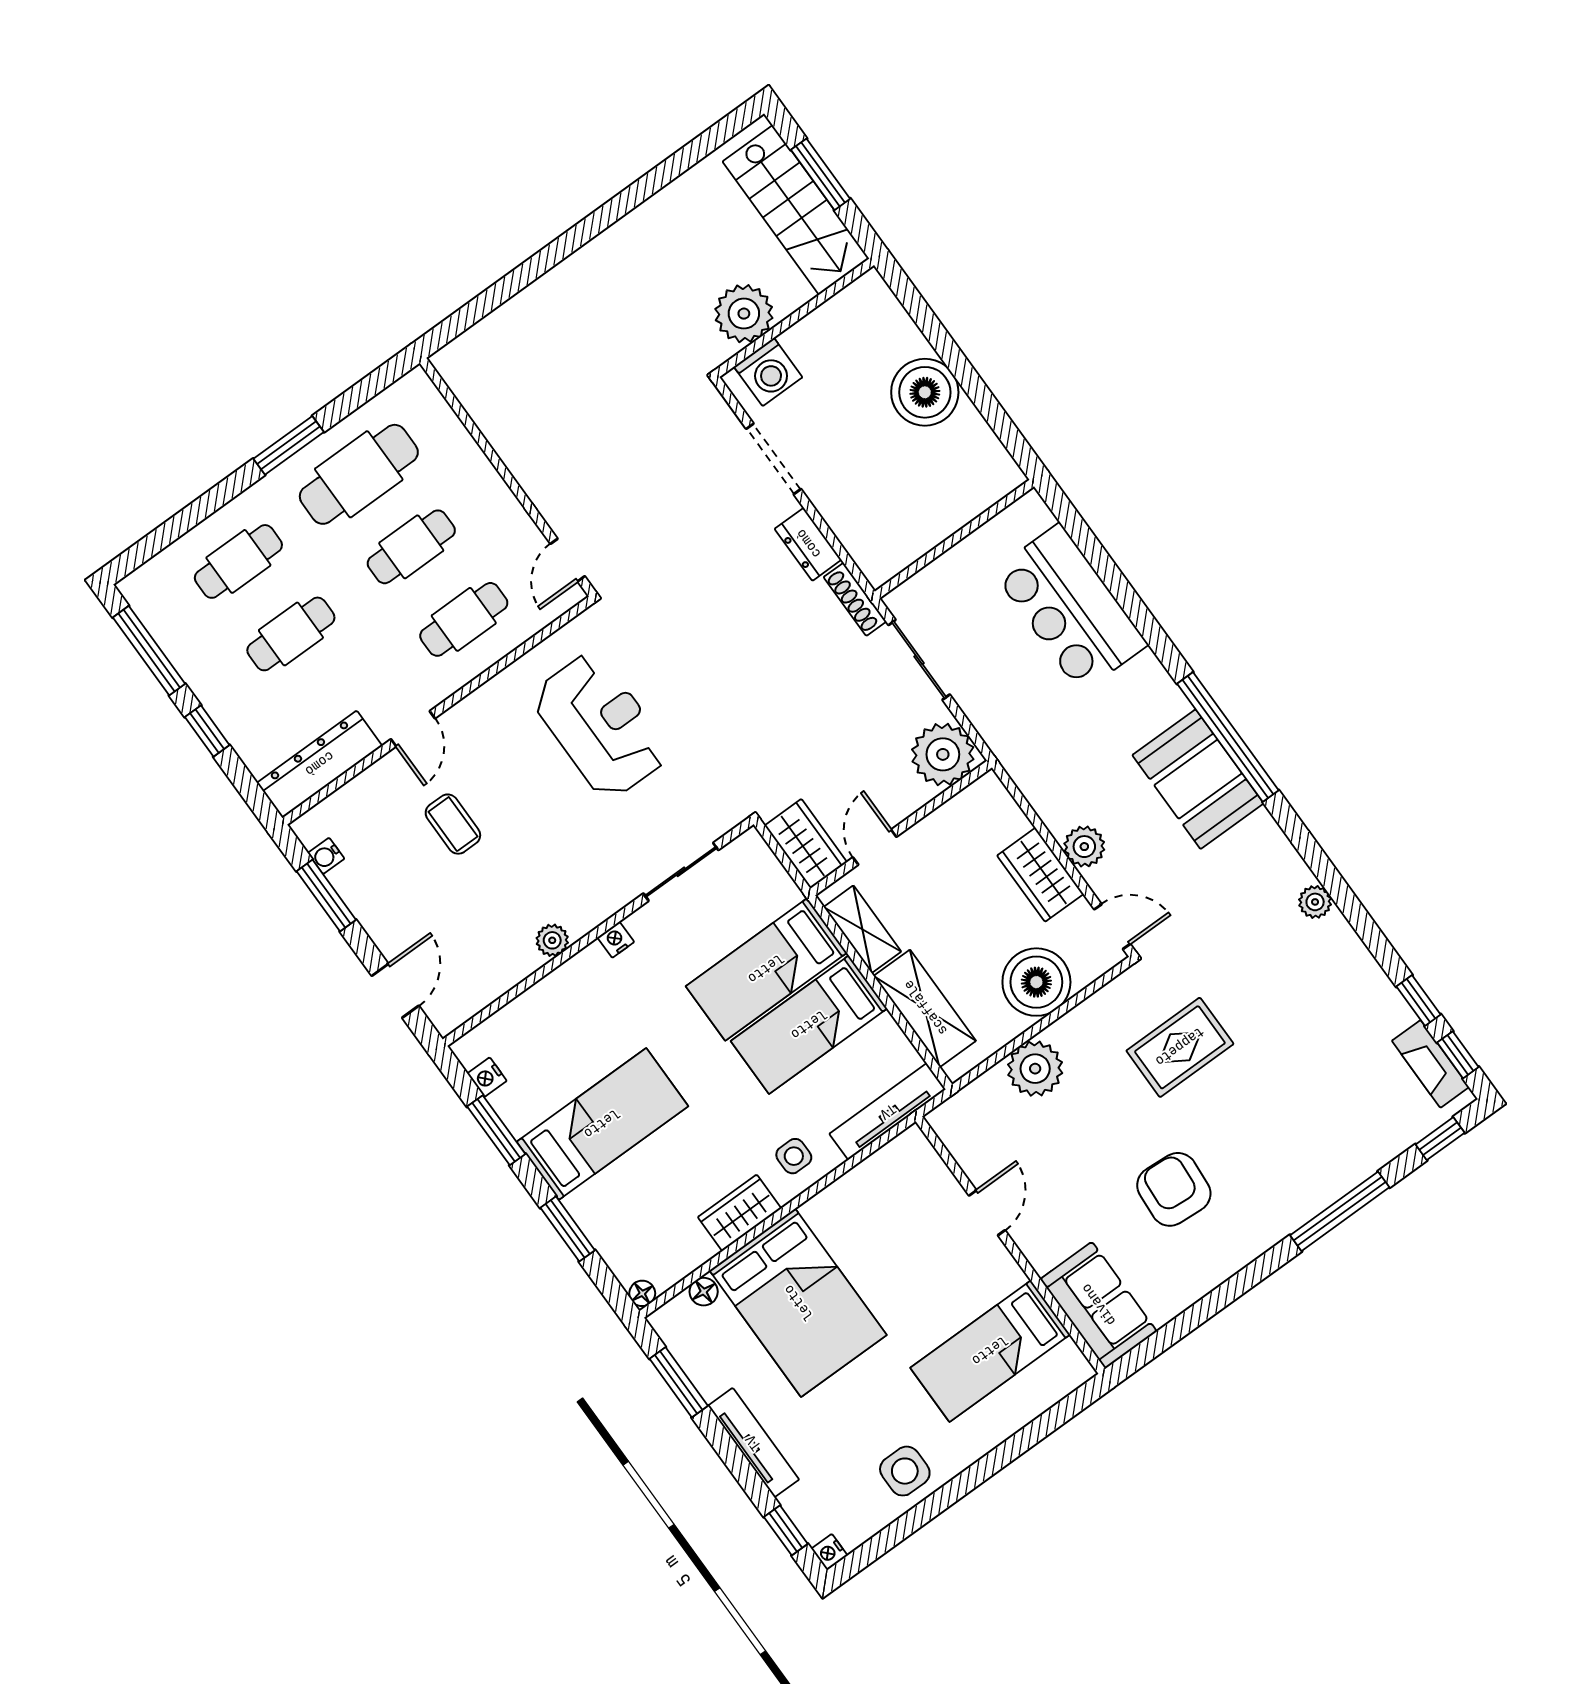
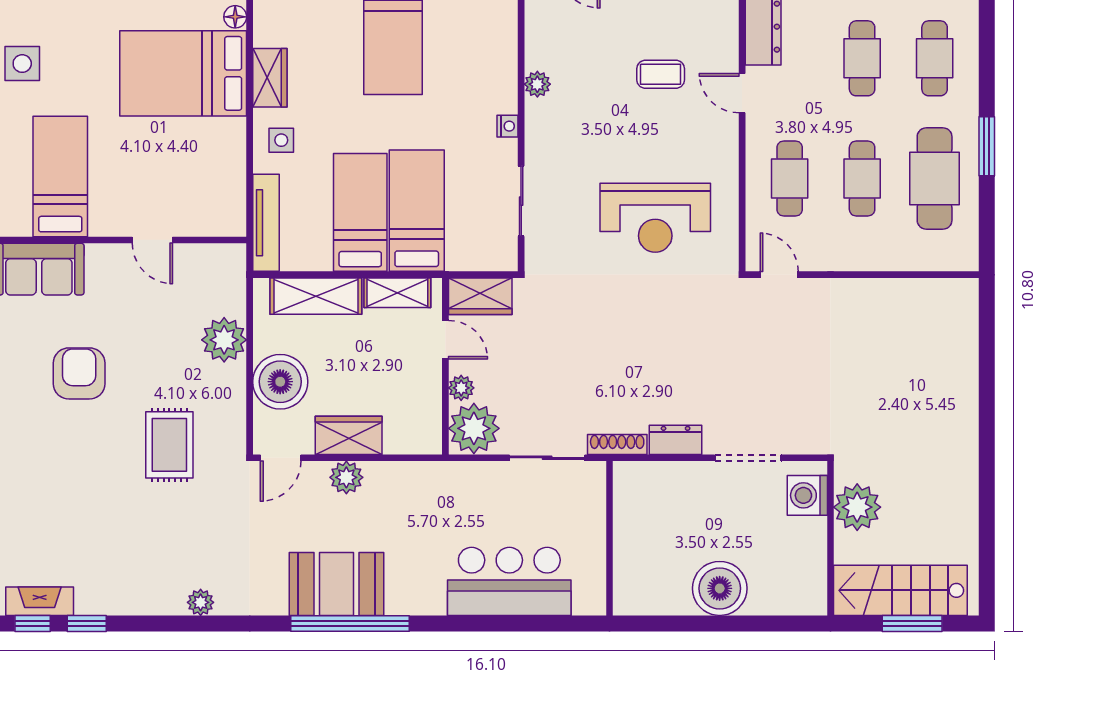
plant: (911, 796) -> (461, 388), added
armchair: (1174, 1189) -> (79, 373), turned -94

